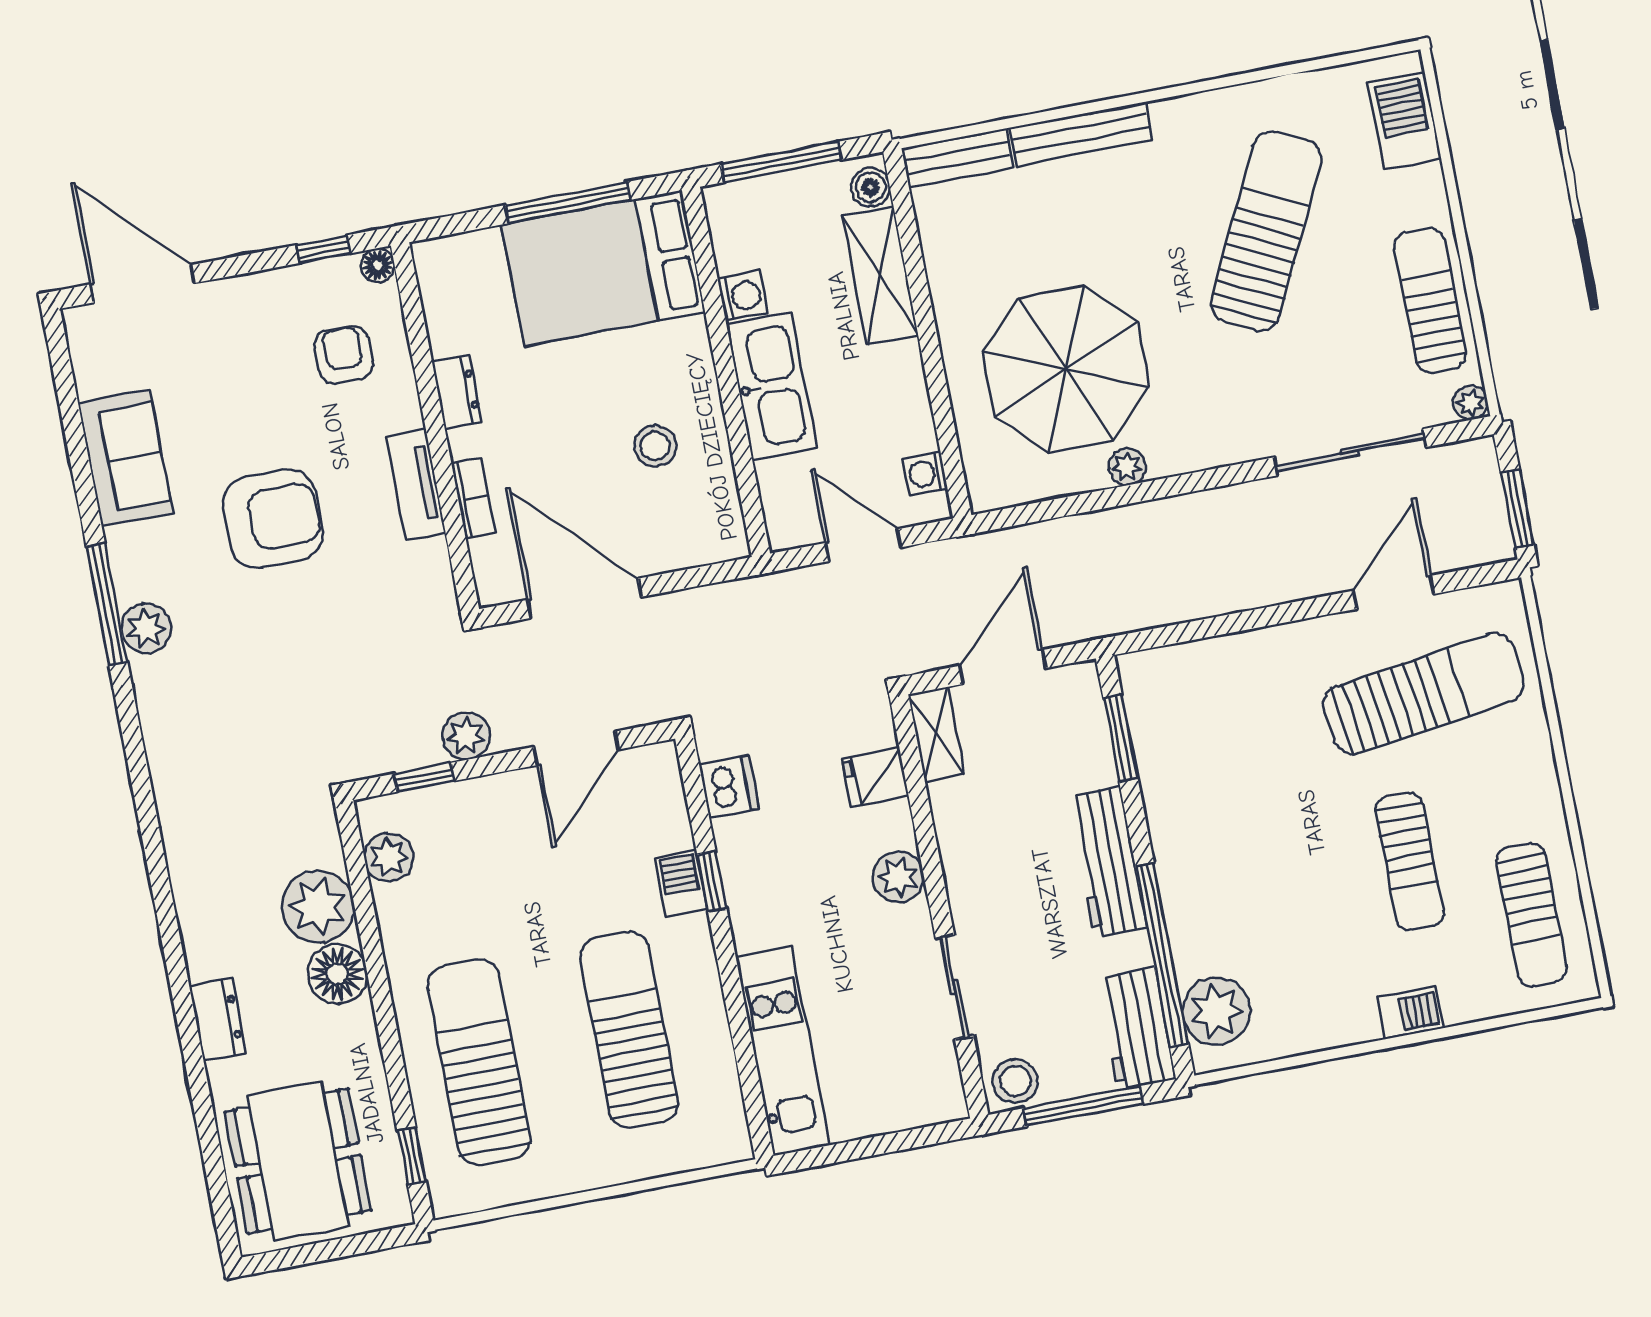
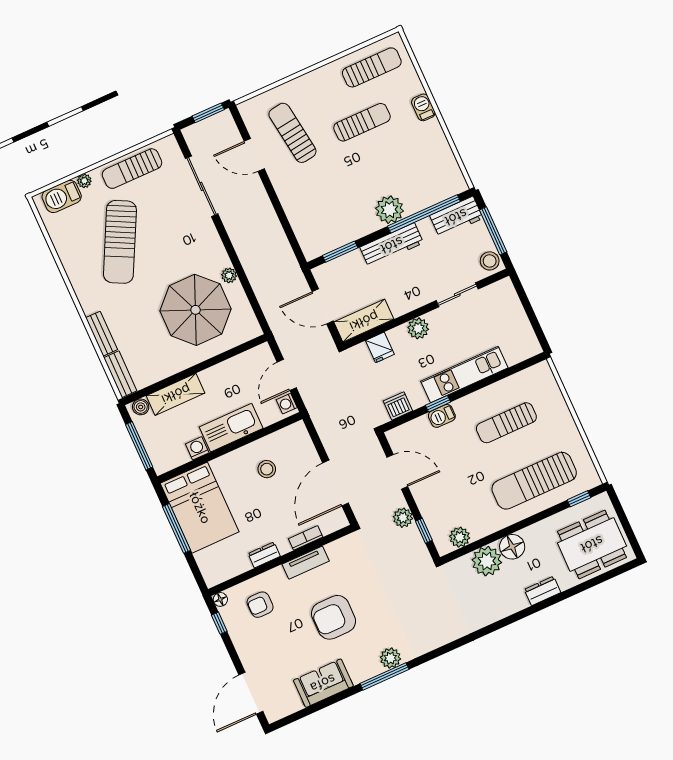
bench: (1081, 134) -> (102, 334), width x0.73
sun lounger: (1266, 231) -> (120, 242), turned -89
plant: (1470, 403) -> (84, 181), moved
washing machine: (925, 473) -> (287, 404), moved, turned 90
armchair: (273, 519) -> (334, 617), turned -90
sun lounger: (1424, 694) -> (292, 133), width x0.73, depth x0.75
shelving: (936, 734) -> (364, 321), width x1.50, depth x1.33
plant: (1216, 1011) -> (390, 210), moved
sun lounger: (629, 1030) -> (506, 423), width x0.73, depth x0.75
kitchen unit: (783, 1051) -> (464, 375), moved

